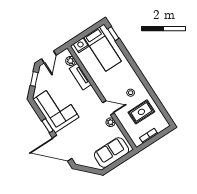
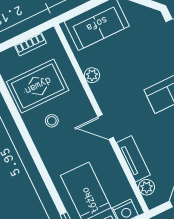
door: (108, 108) -> (106, 127), moved
rug: (141, 112) -> (38, 86), width x1.36, depth x1.43

